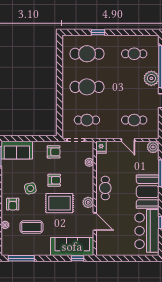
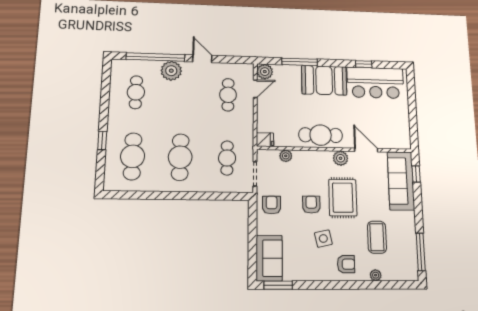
door: (128, 140) -> (255, 89), moved
cafe table: (105, 188) -> (321, 135), width x1.37, depth x1.35
door: (95, 222) -> (366, 150), hinge flipped

